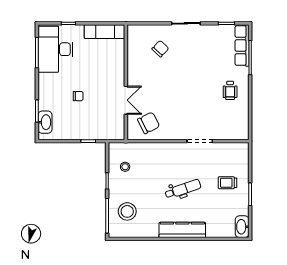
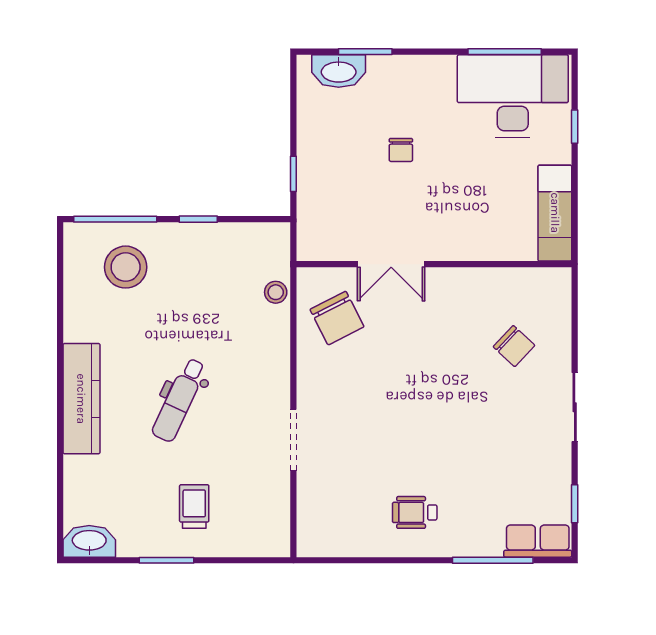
row of seats: (242, 46) -> (538, 541), width x0.68
stool: (125, 167) -> (276, 292), moved
dental chair: (183, 189) -> (179, 400), turned 44

